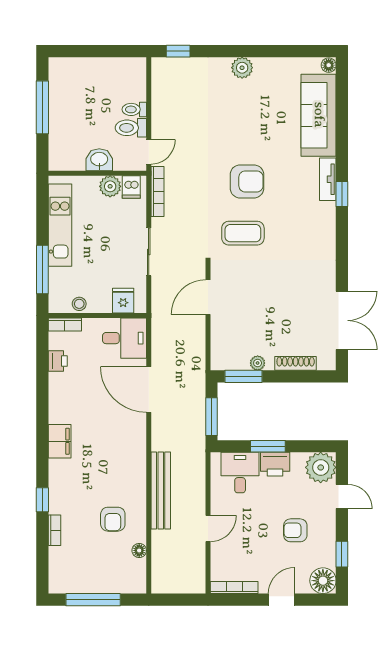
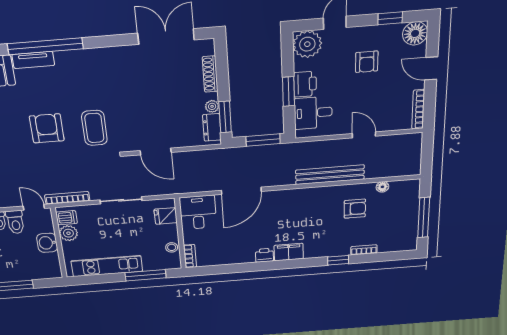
window: (342, 194) -> (45, 46), width x3.17
printer: (58, 361) -> (264, 255), moved
dresser: (232, 361) -> (212, 127), added

